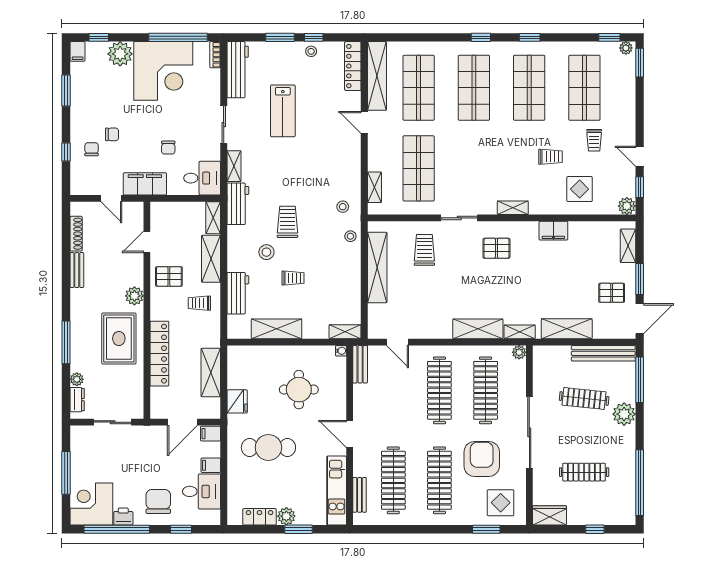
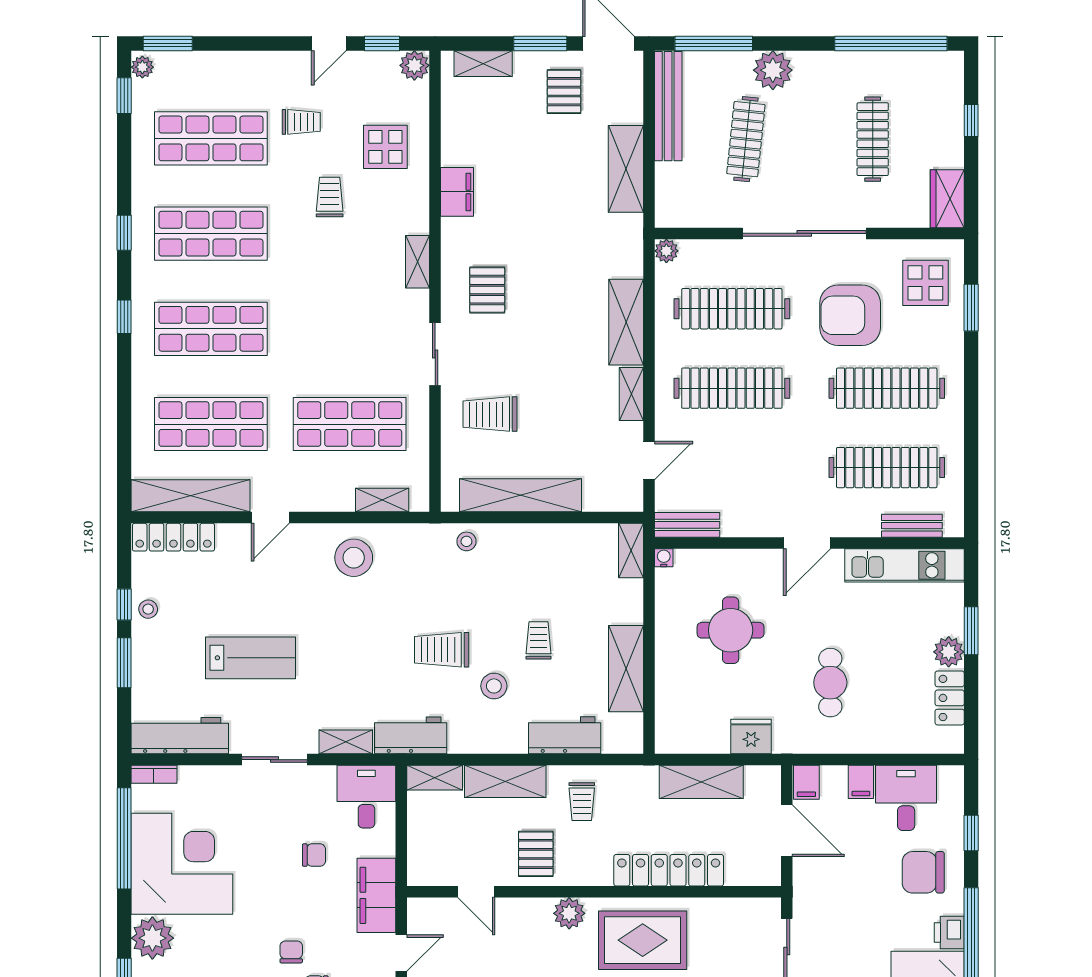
stool: (343, 207) -> (354, 558), moved, width x1.89, depth x1.89
shelving: (520, 332) -> (631, 394), moved
cafe table: (268, 447) -> (830, 683), width x0.73, depth x0.74

